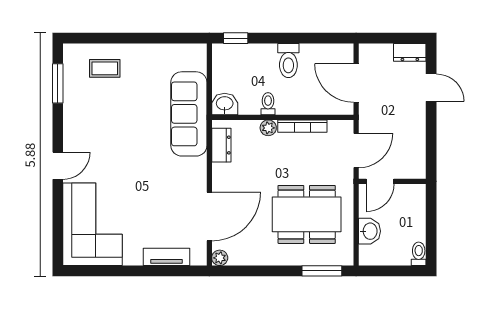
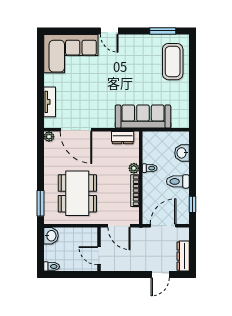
window: (236, 38) -> (192, 204), moved
dresser: (410, 52) -> (183, 256), width x1.44
coffee table: (105, 68) -> (173, 62), width x1.86, depth x1.72
washbasin: (225, 104) -> (182, 153), moved, turned 180
door: (380, 181) -> (99, 256), moved
washbasin: (370, 231) -> (51, 236), moved, turned -90

